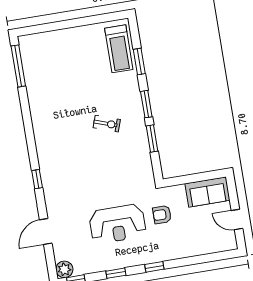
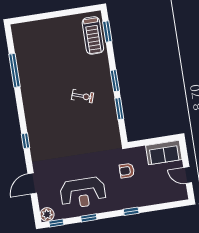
window: (139, 62) -> (107, 32), moved
window: (18, 66) -> (14, 70), moved
reception desk: (118, 224) -> (83, 193), moved
window: (154, 267) -> (131, 211), moved

